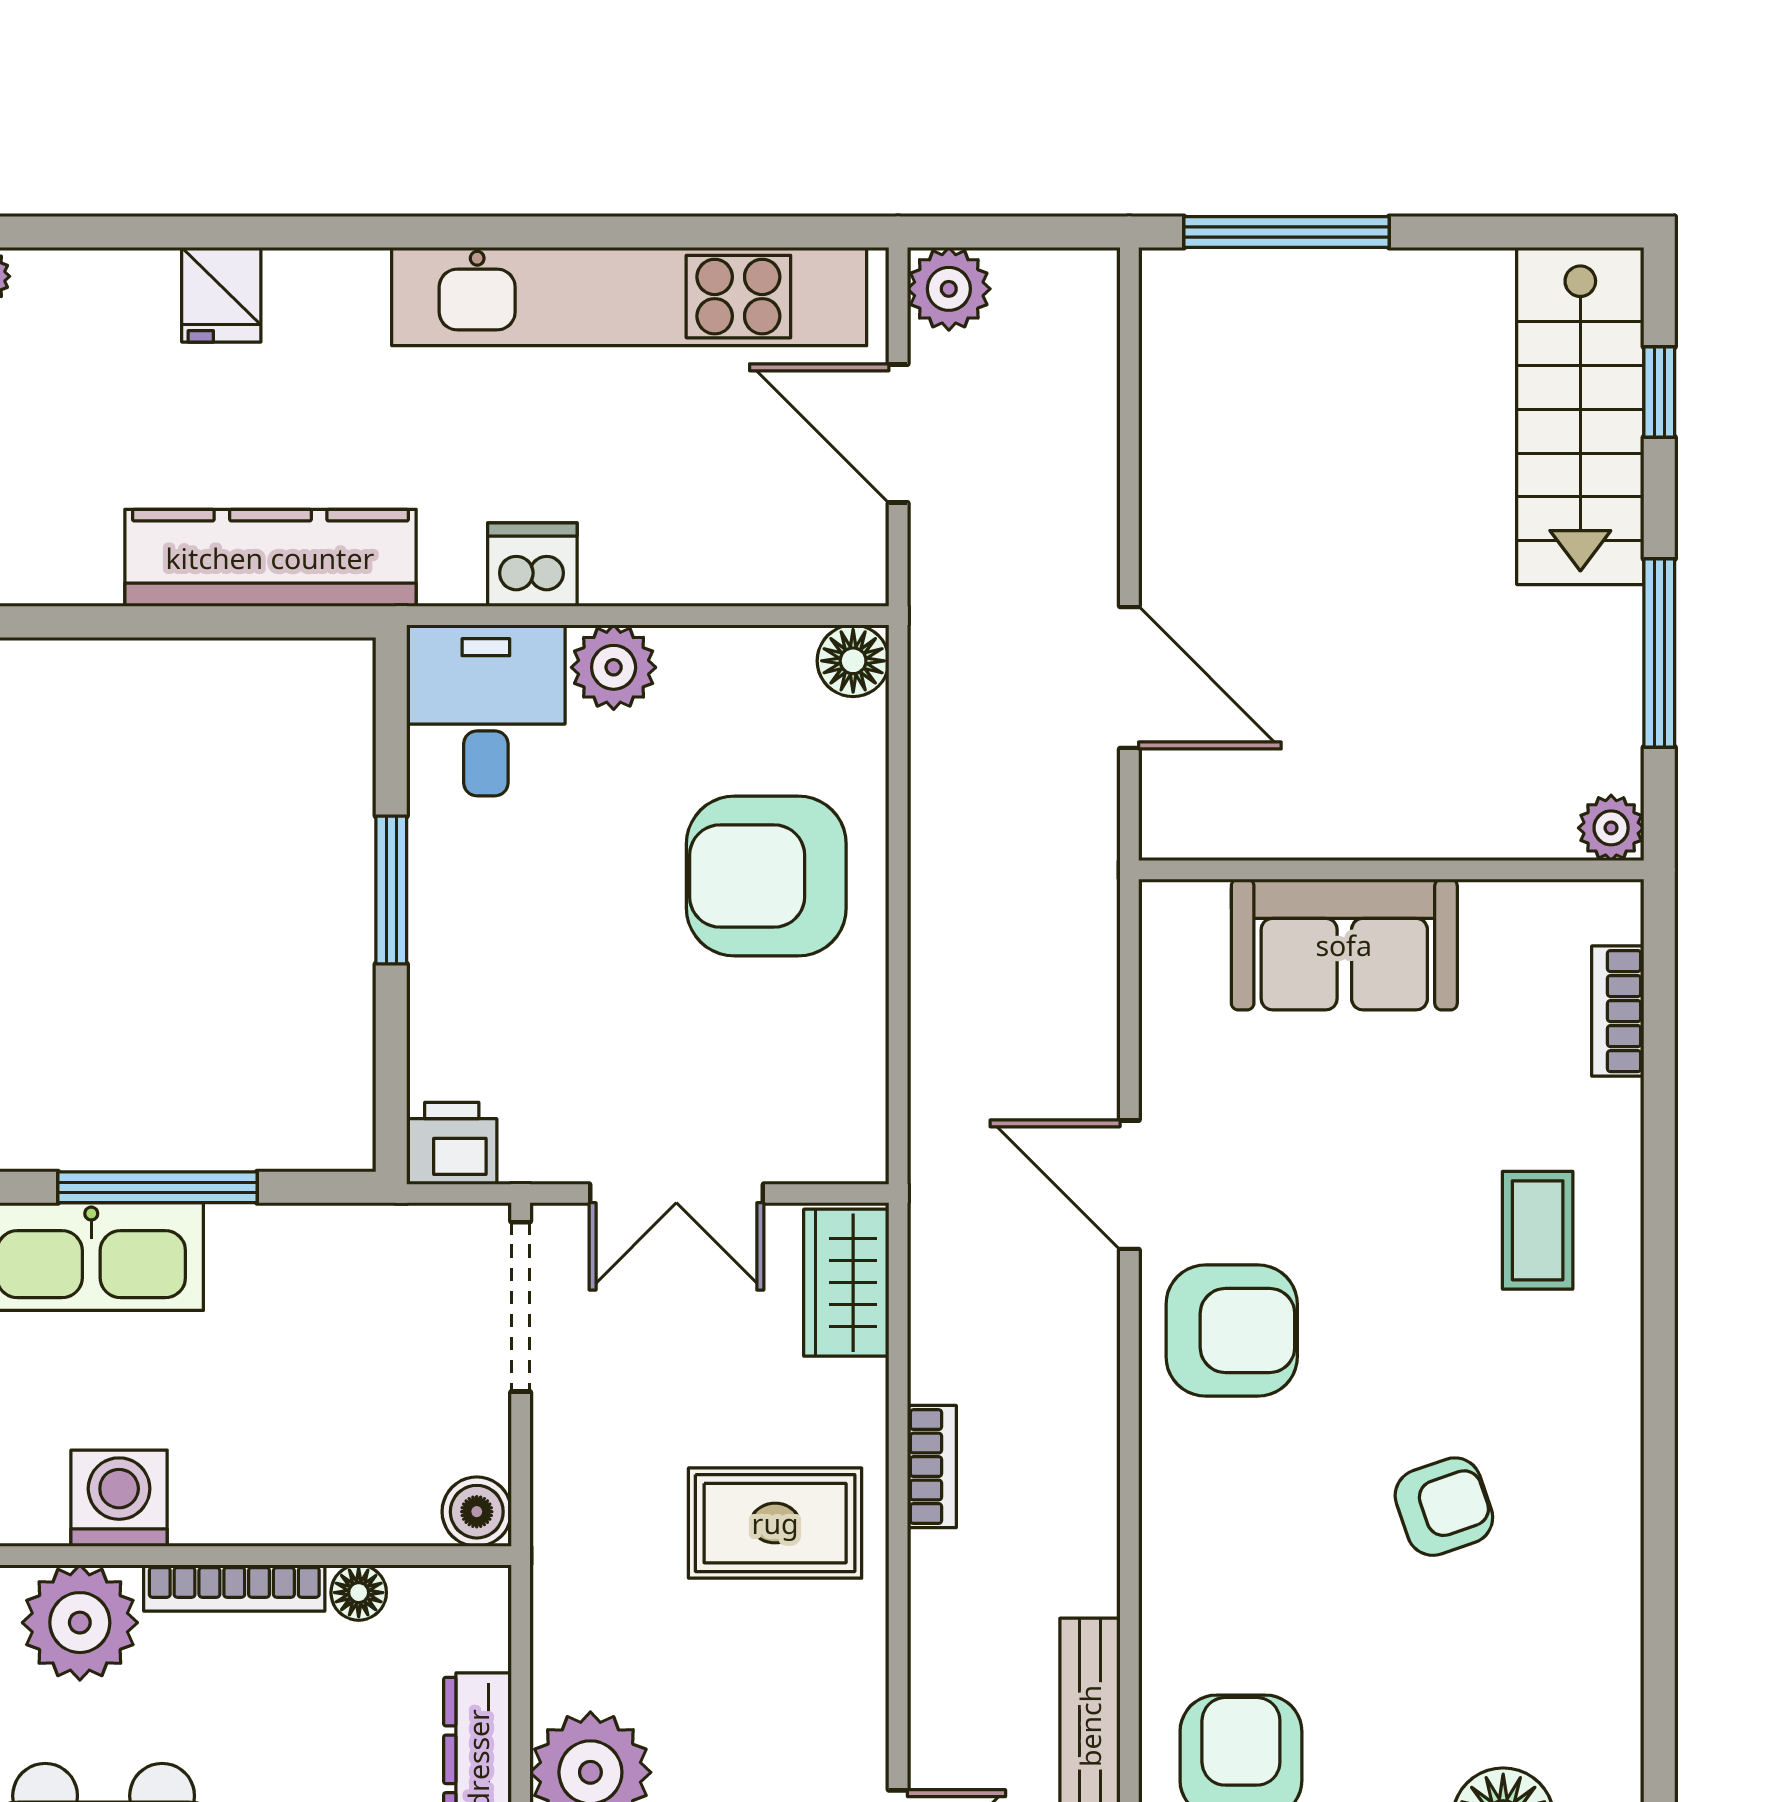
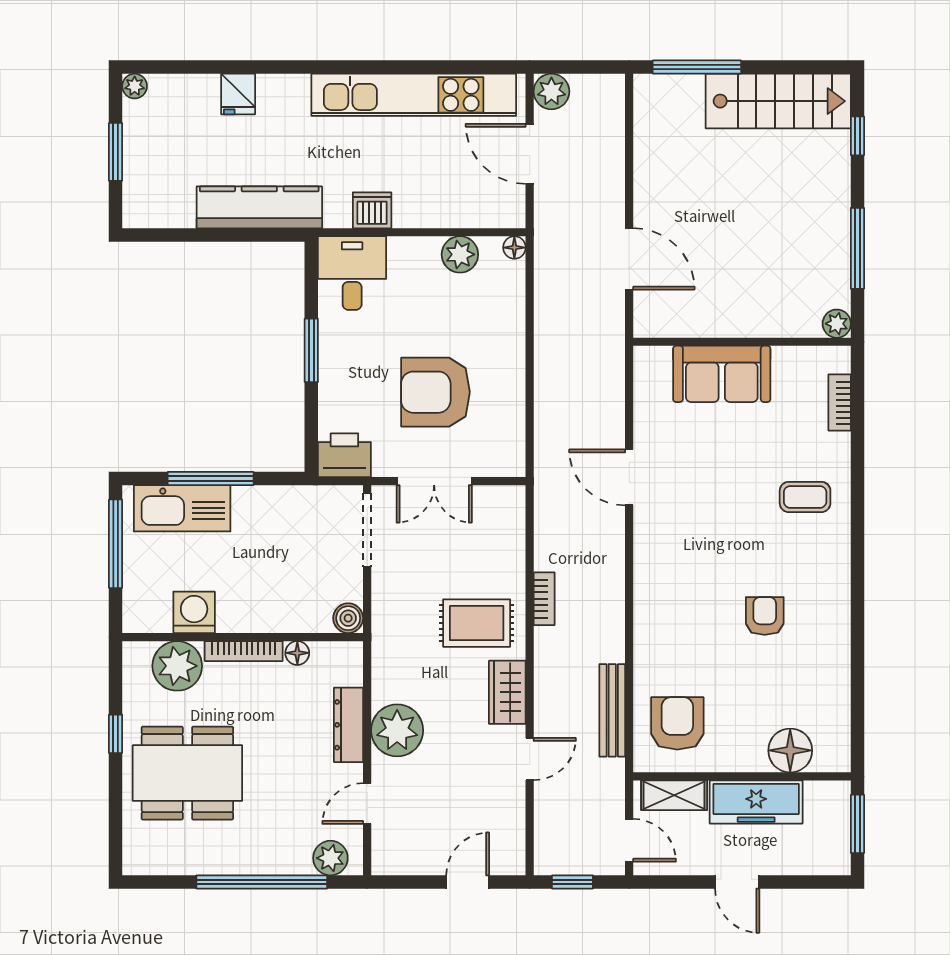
stairs: (1580, 416) -> (778, 101), moved, turned -90
floor lamp: (853, 661) -> (514, 248), width x0.73, depth x0.73
plant: (614, 667) -> (460, 254), moved
armchair: (766, 876) -> (435, 392), moved
printer: (452, 1143) -> (344, 455), width x1.36, depth x1.24
coffee table: (1538, 1230) -> (805, 497), turned 90
wardrobe: (846, 1283) -> (507, 692), moved
armchair: (1232, 1330) -> (673, 540), removed
armchair: (1444, 1507) -> (765, 616), turned -71

